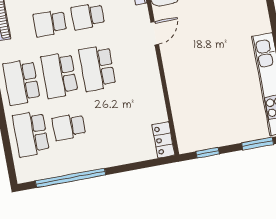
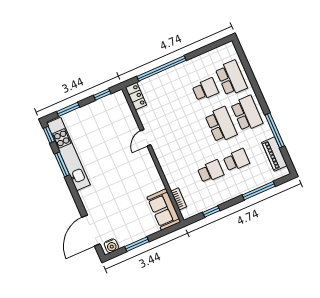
door: (155, 33) -> (146, 138), moved
school desk: (97, 68) -> (195, 136), removed
window: (71, 178) -> (162, 68), moved

